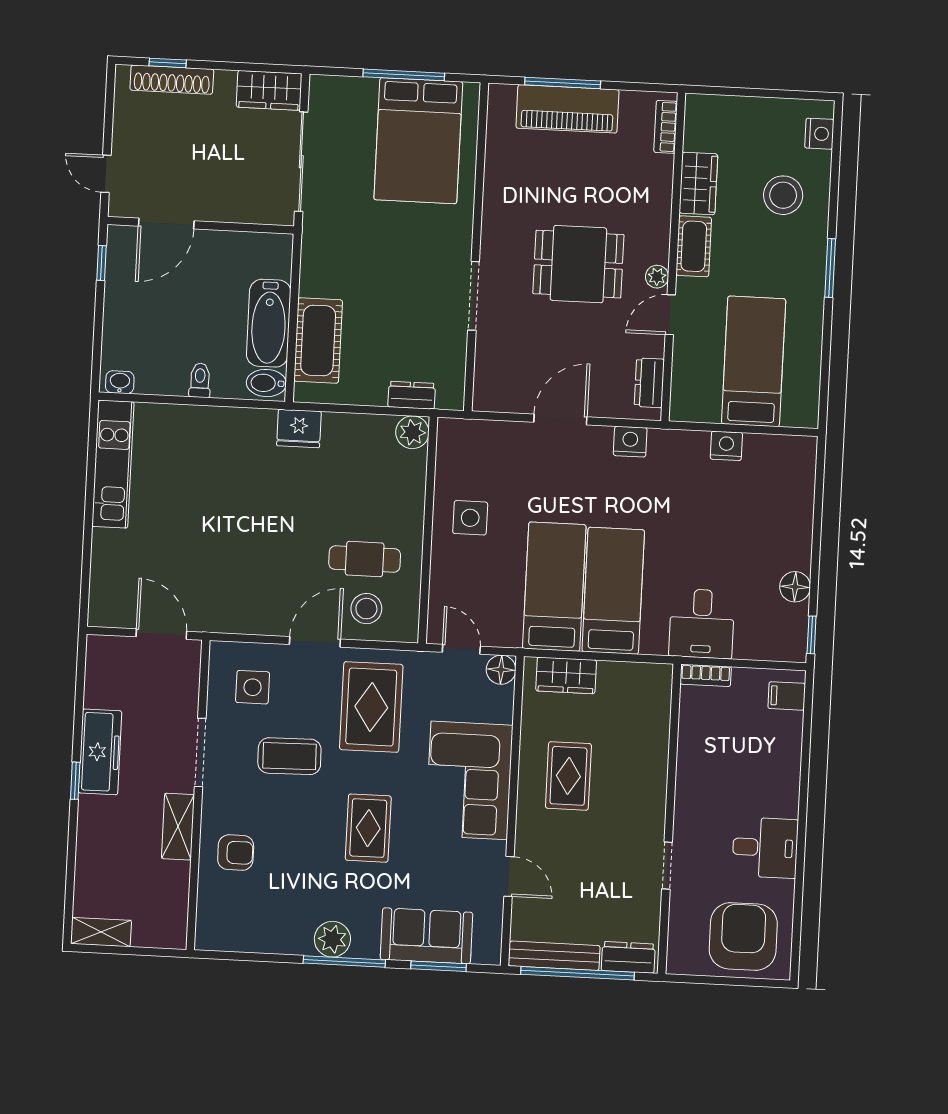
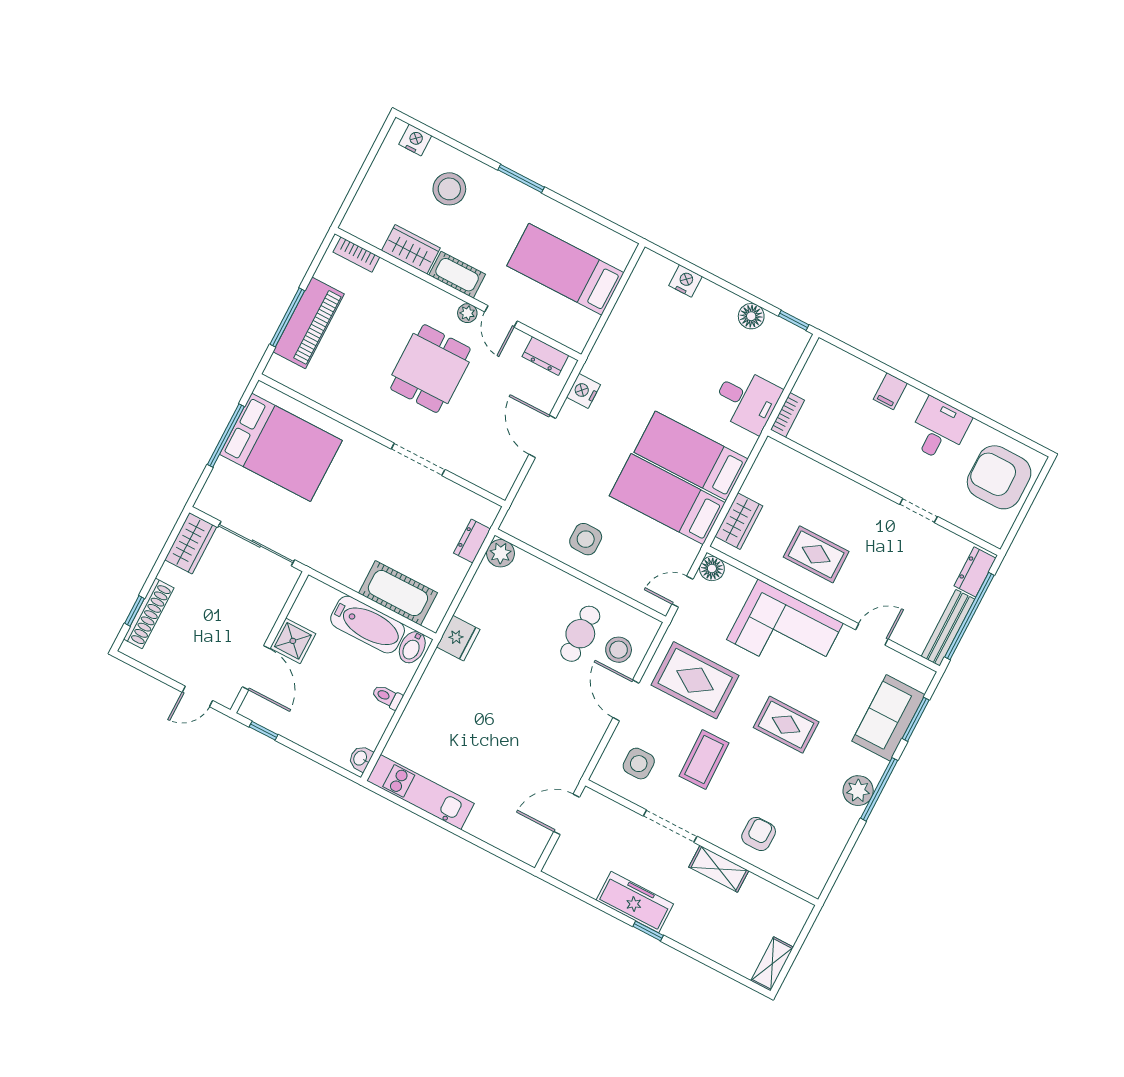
shower: (214, 250) -> (293, 641), added
nightstand: (726, 446) -> (685, 281), moved, turned 90
filing cabinet: (787, 696) -> (890, 391), moved

